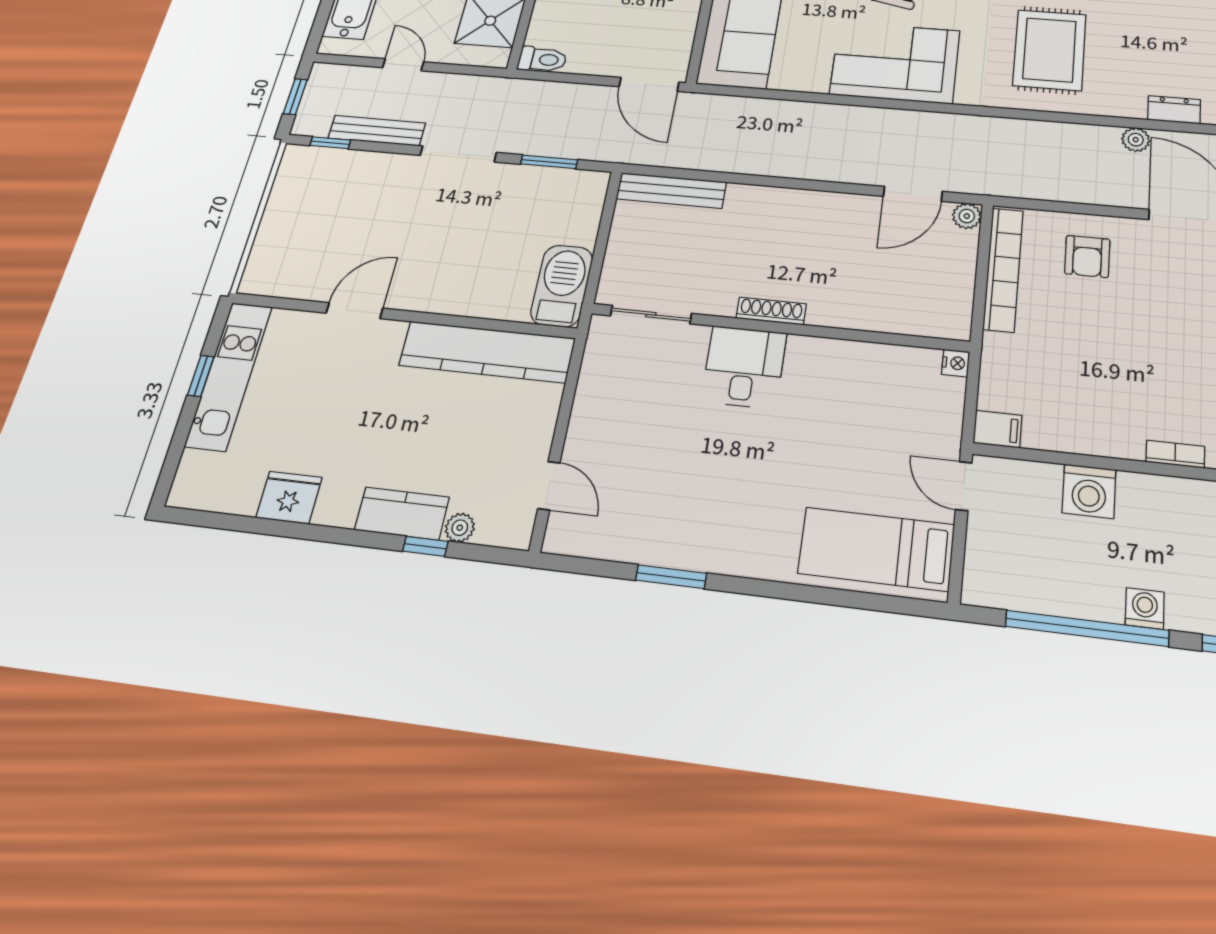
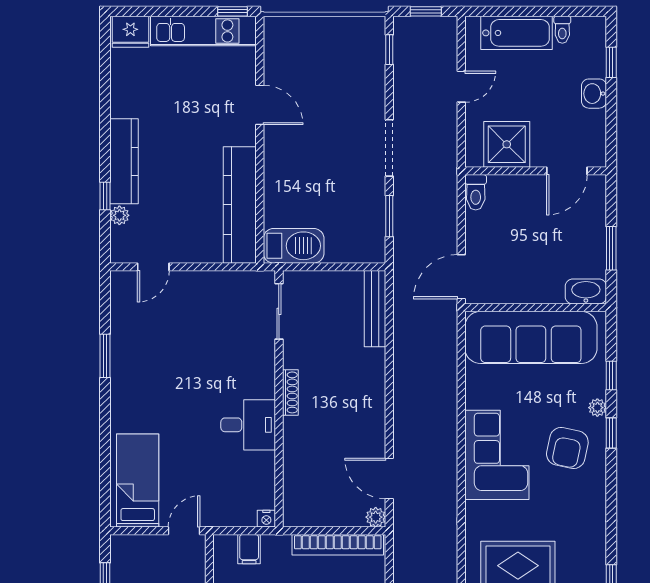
bench: (377, 131) -> (403, 82), removed
desk: (744, 367) -> (248, 425), moved
window: (201, 376) -> (232, 11), moved
filing cabinet: (998, 429) -> (249, 549), moved
fridge: (289, 498) -> (130, 32), moved, turned 90
kitchen counter: (402, 513) -> (124, 161), width x1.50

